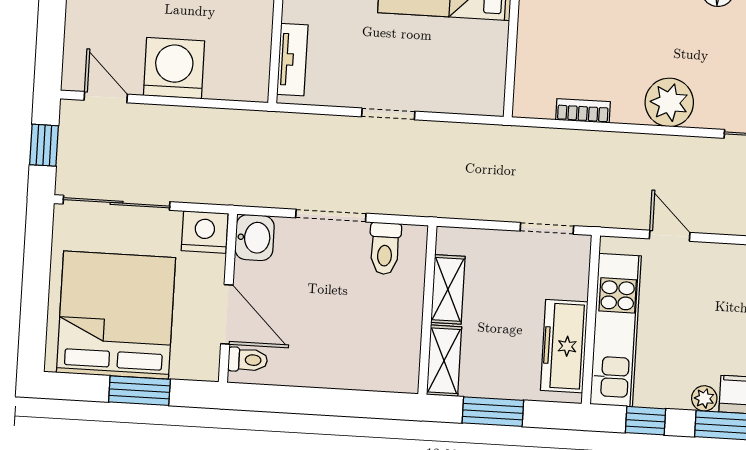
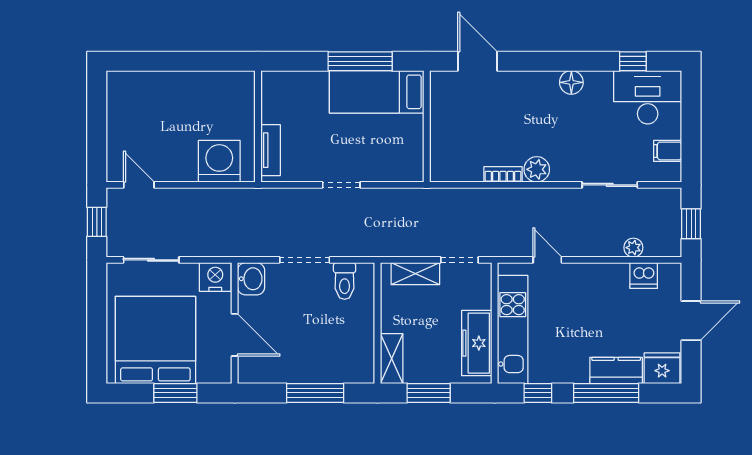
washing machine: (174, 68) -> (219, 161), moved
plant: (669, 102) -> (537, 169), width x0.73, depth x0.73
bookcase: (583, 111) -> (503, 174), moved
sliding door: (117, 203) -> (151, 260), width x0.73
shelving: (448, 289) -> (415, 274), moved, turned 90
toilet: (248, 360) -> (251, 366), removed
plant: (704, 398) -> (579, 374), removed
window: (334, 402) -> (315, 393), added

